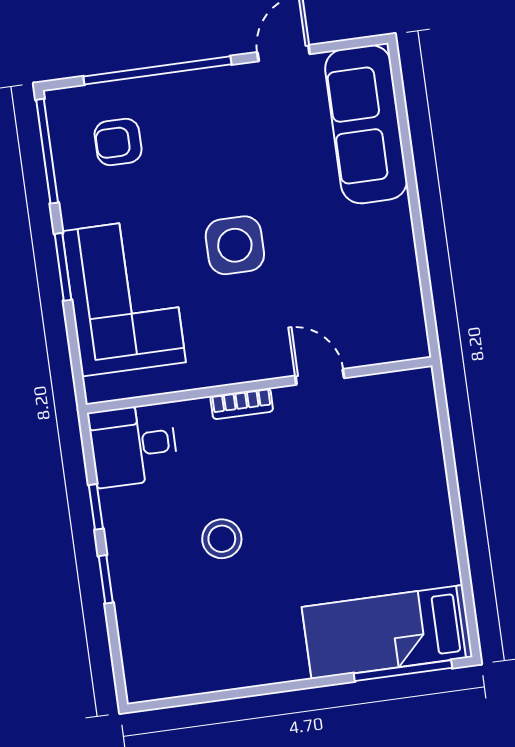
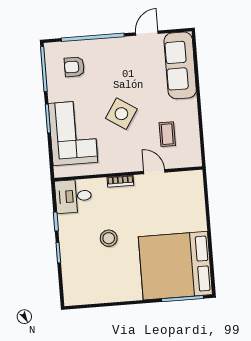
side table: (235, 245) -> (121, 114), turned 33
coffee table: (345, 287) -> (167, 134), added
bed: (387, 632) -> (175, 266), width x2.04

